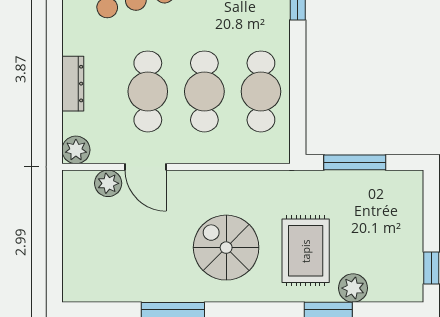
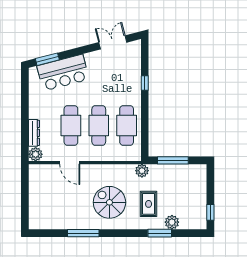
dresser: (73, 84) -> (34, 133), moved
plant: (108, 183) -> (142, 171), moved
rug: (306, 251) -> (149, 204), width x0.73, depth x0.70

